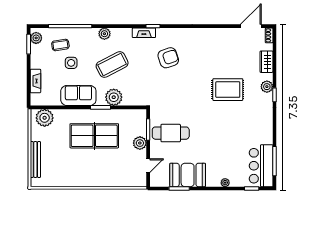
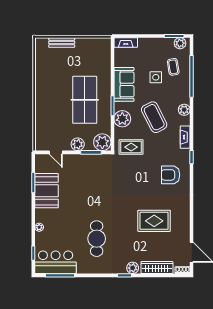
fireplace: (144, 33) -> (185, 137), moved
armchair: (168, 58) -> (171, 175), moved, turned 109
wardrobe: (267, 62) -> (157, 268), width x1.50
fireplace: (35, 81) -> (126, 43), moved
rug: (143, 88) -> (131, 147), added
rug: (228, 90) -> (154, 221), moved, turned 90
plant: (45, 118) -> (102, 142), moved
cafe table: (171, 133) -> (97, 239), moved
bench: (35, 159) -> (62, 42), width x0.73

